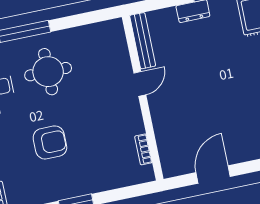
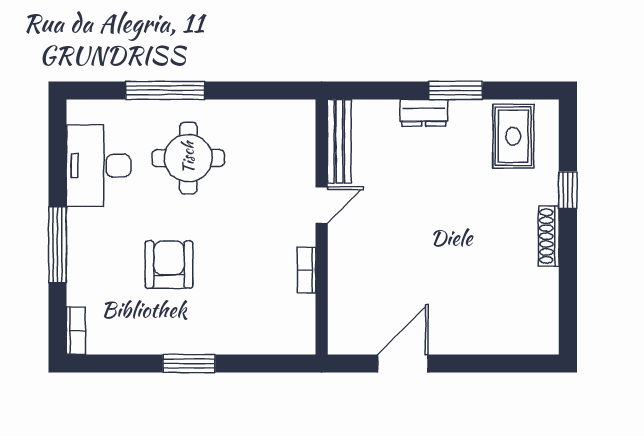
armchair: (50, 142) -> (169, 265), turned -90
bookcase: (143, 149) -> (307, 270), moved

